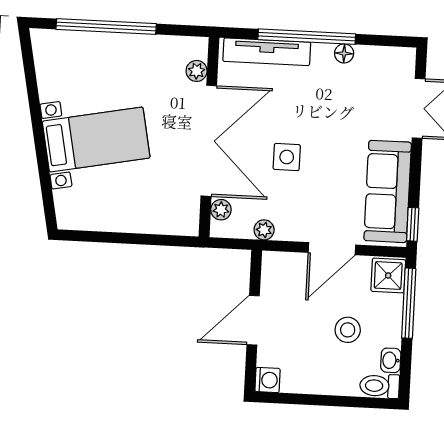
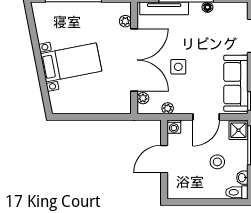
washing machine: (268, 380) -> (174, 127), moved, turned 90

